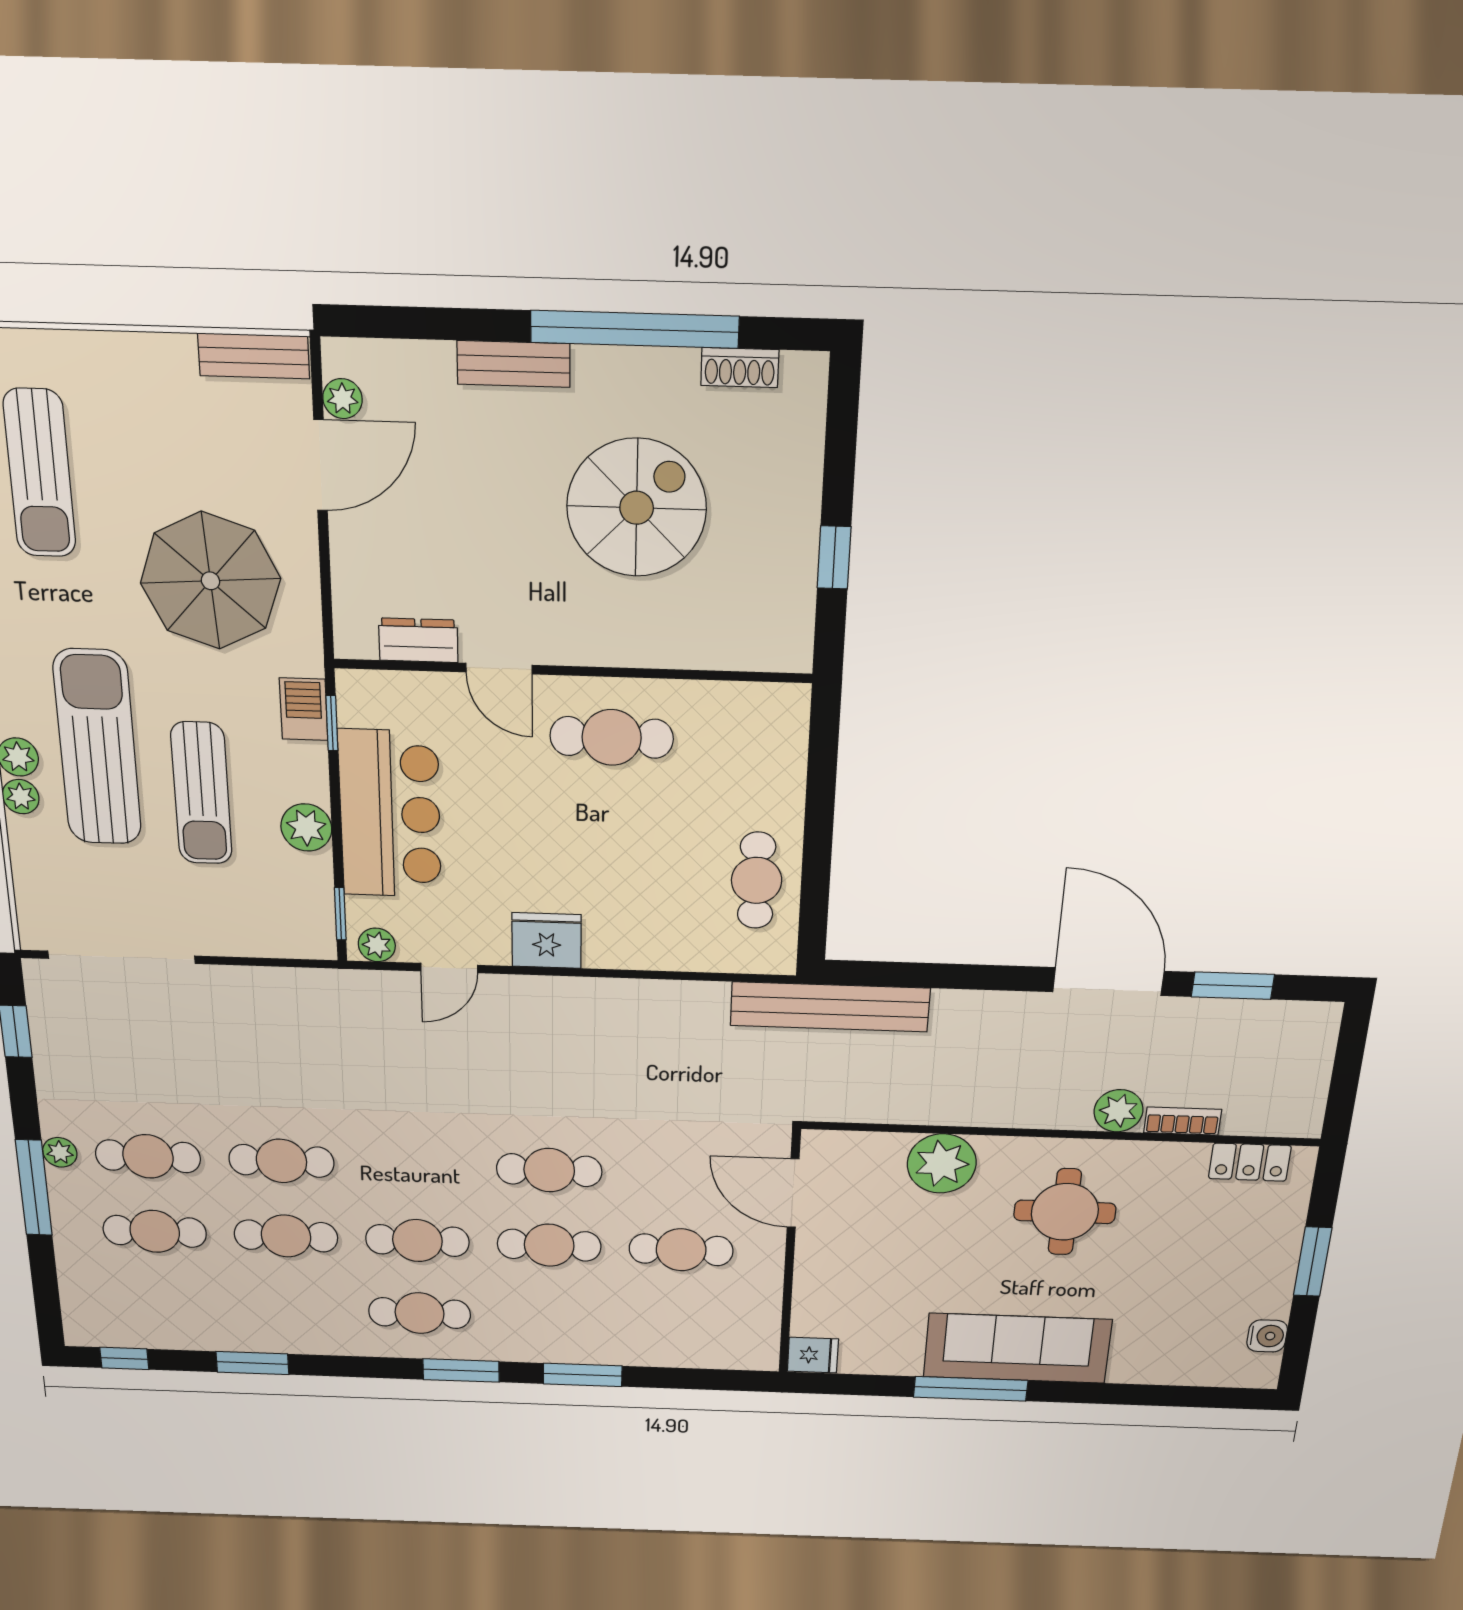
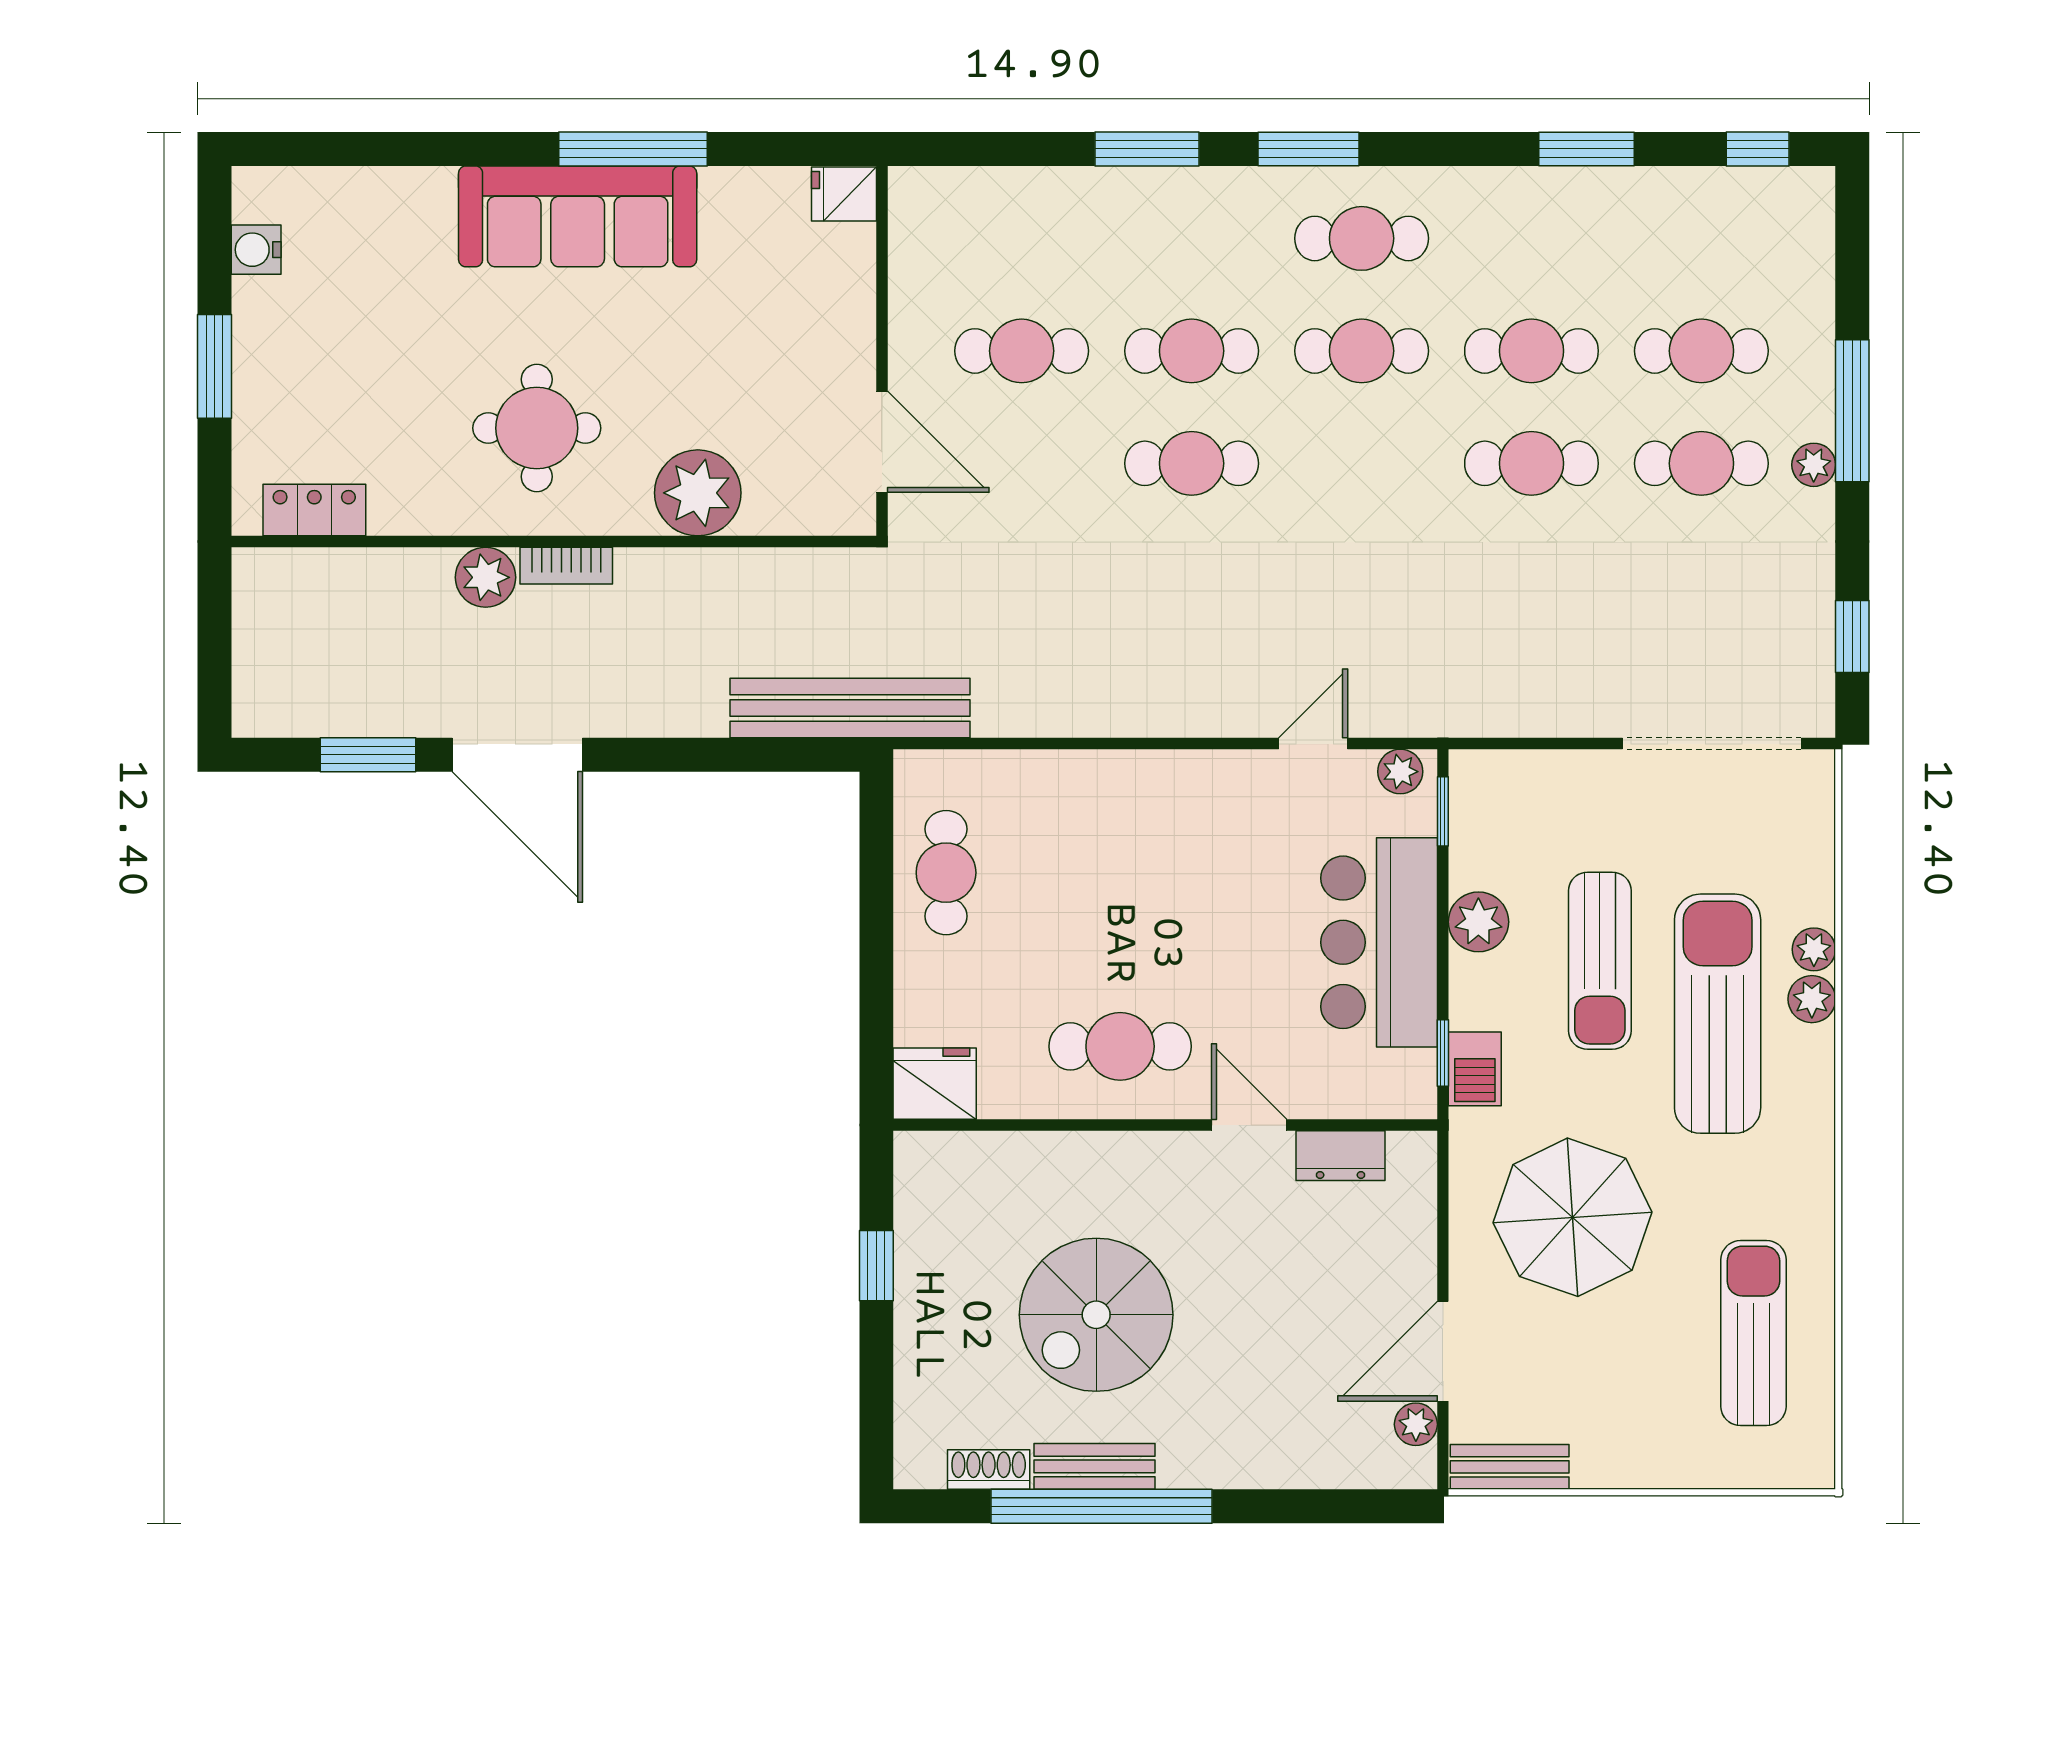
bench: (514, 364) -> (1095, 1466), moved
sun lounger: (97, 748) -> (1718, 1014), turned 180
sun lounger: (201, 793) -> (1600, 961), turned 180
fridge: (547, 940) -> (935, 1084), moved, turned 180
bookcase: (1183, 1121) -> (566, 566), moved

